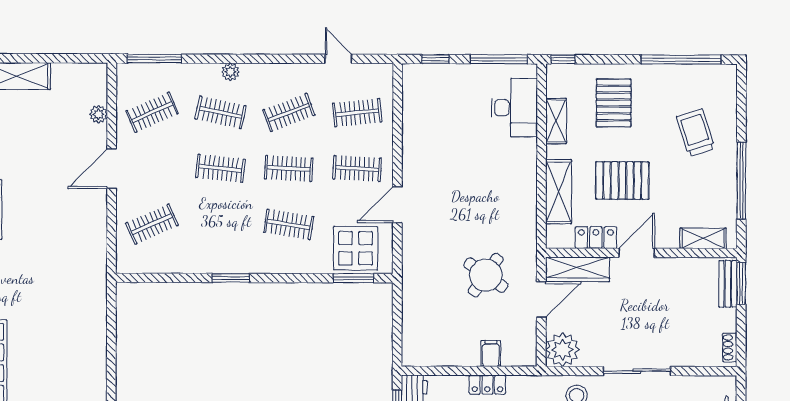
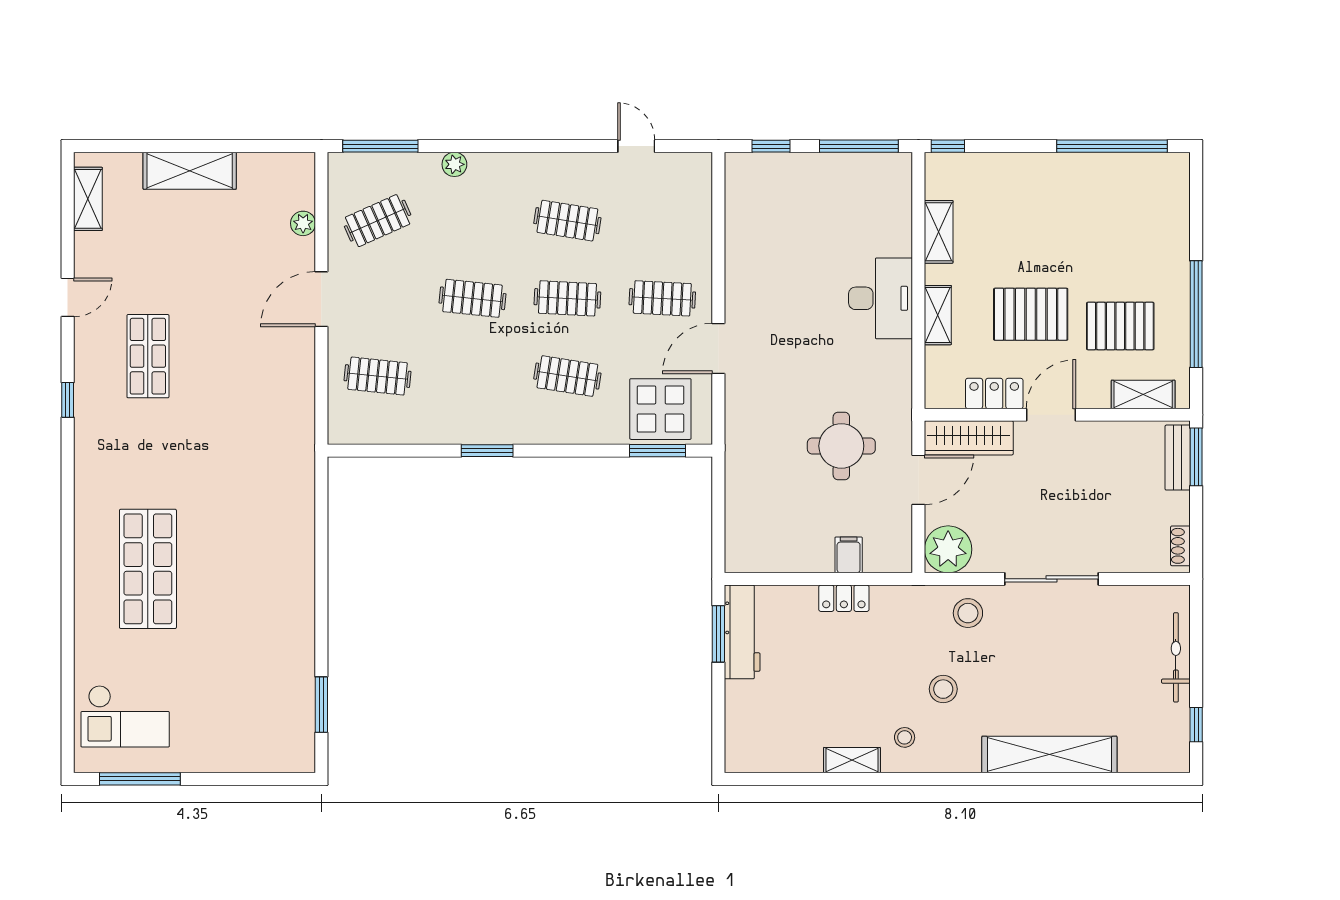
plant: (230, 72) -> (454, 164), moved
pallet: (614, 103) -> (1120, 326), moved, turned 90
desk: (514, 108) -> (881, 298), moved
clothes rail: (220, 112) -> (472, 221), removed
clothes rail: (289, 112) -> (567, 221), turned 30
clothes rail: (357, 113) -> (662, 221), removed
trolley: (696, 133) -> (1133, 248), removed
shelving: (559, 192) -> (938, 315), width x0.67, depth x0.75
clothes rail: (152, 224) -> (378, 376), turned 30
round table: (486, 275) -> (841, 446), turned -35

